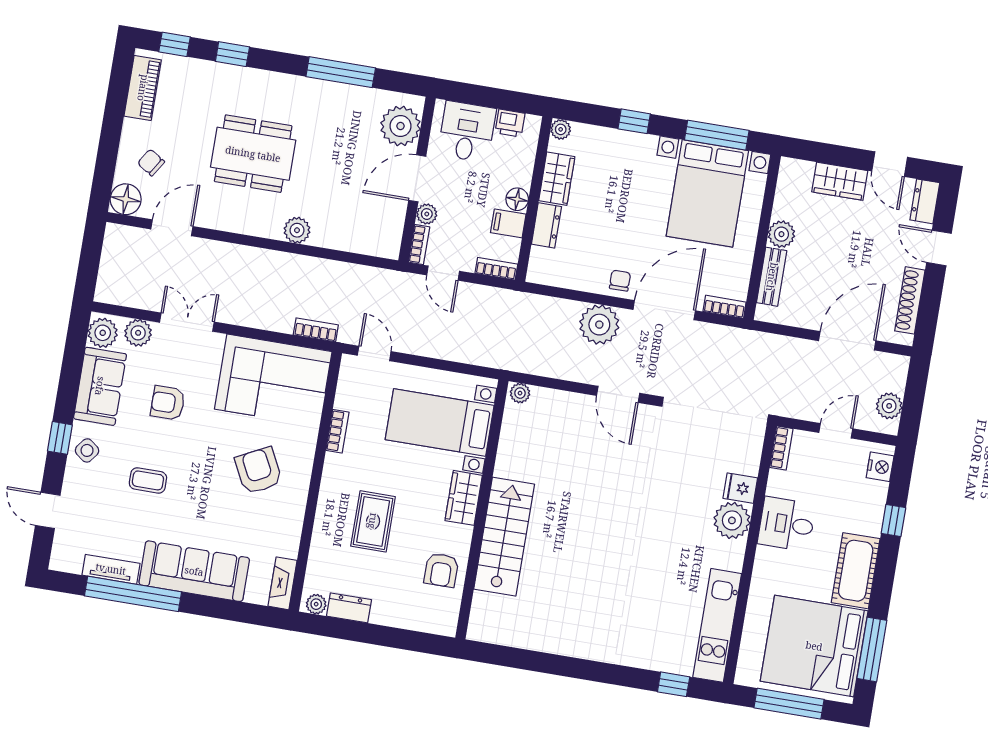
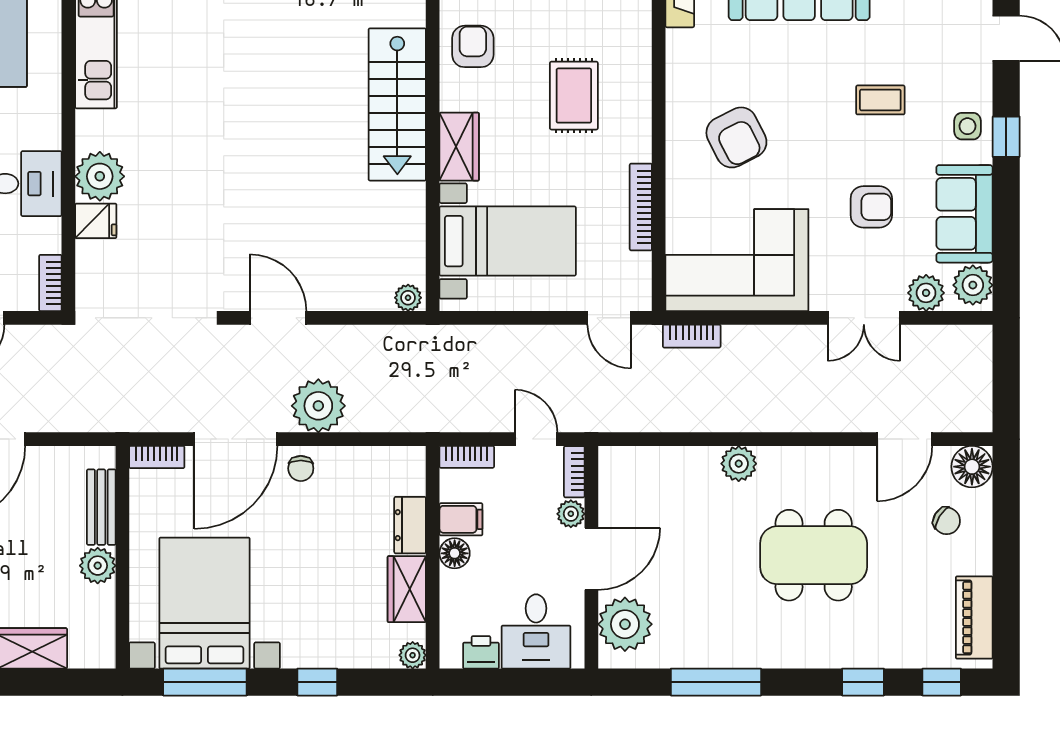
bookcase: (337, 431) -> (641, 207), width x1.56
side table: (87, 450) -> (967, 126), turned -38

